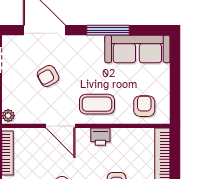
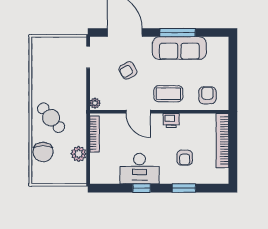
sofa: (137, 49) -> (179, 48), moved

